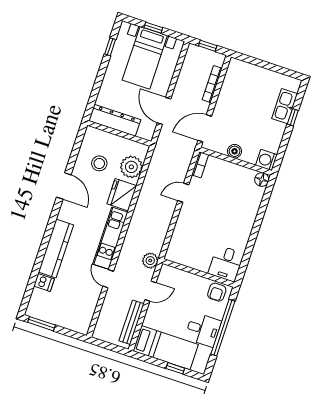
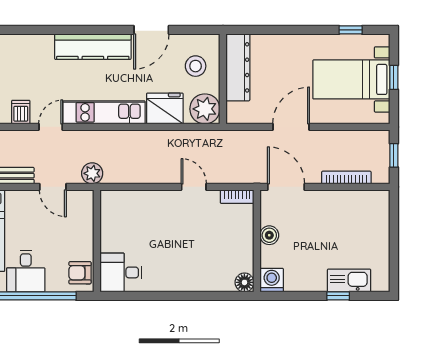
dresser: (115, 120) -> (238, 67), moved
wall: (119, 133) -> (223, 79), moved
kitchen counter: (56, 248) -> (93, 47), moved
dishwasher: (44, 282) -> (21, 112), moved, turned 180

